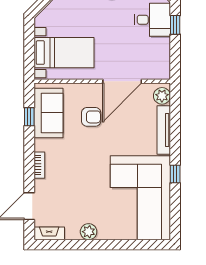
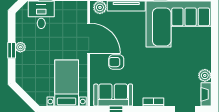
armchair: (91, 117) -> (116, 62), turned -90
plant: (89, 232) -> (205, 75), moved

